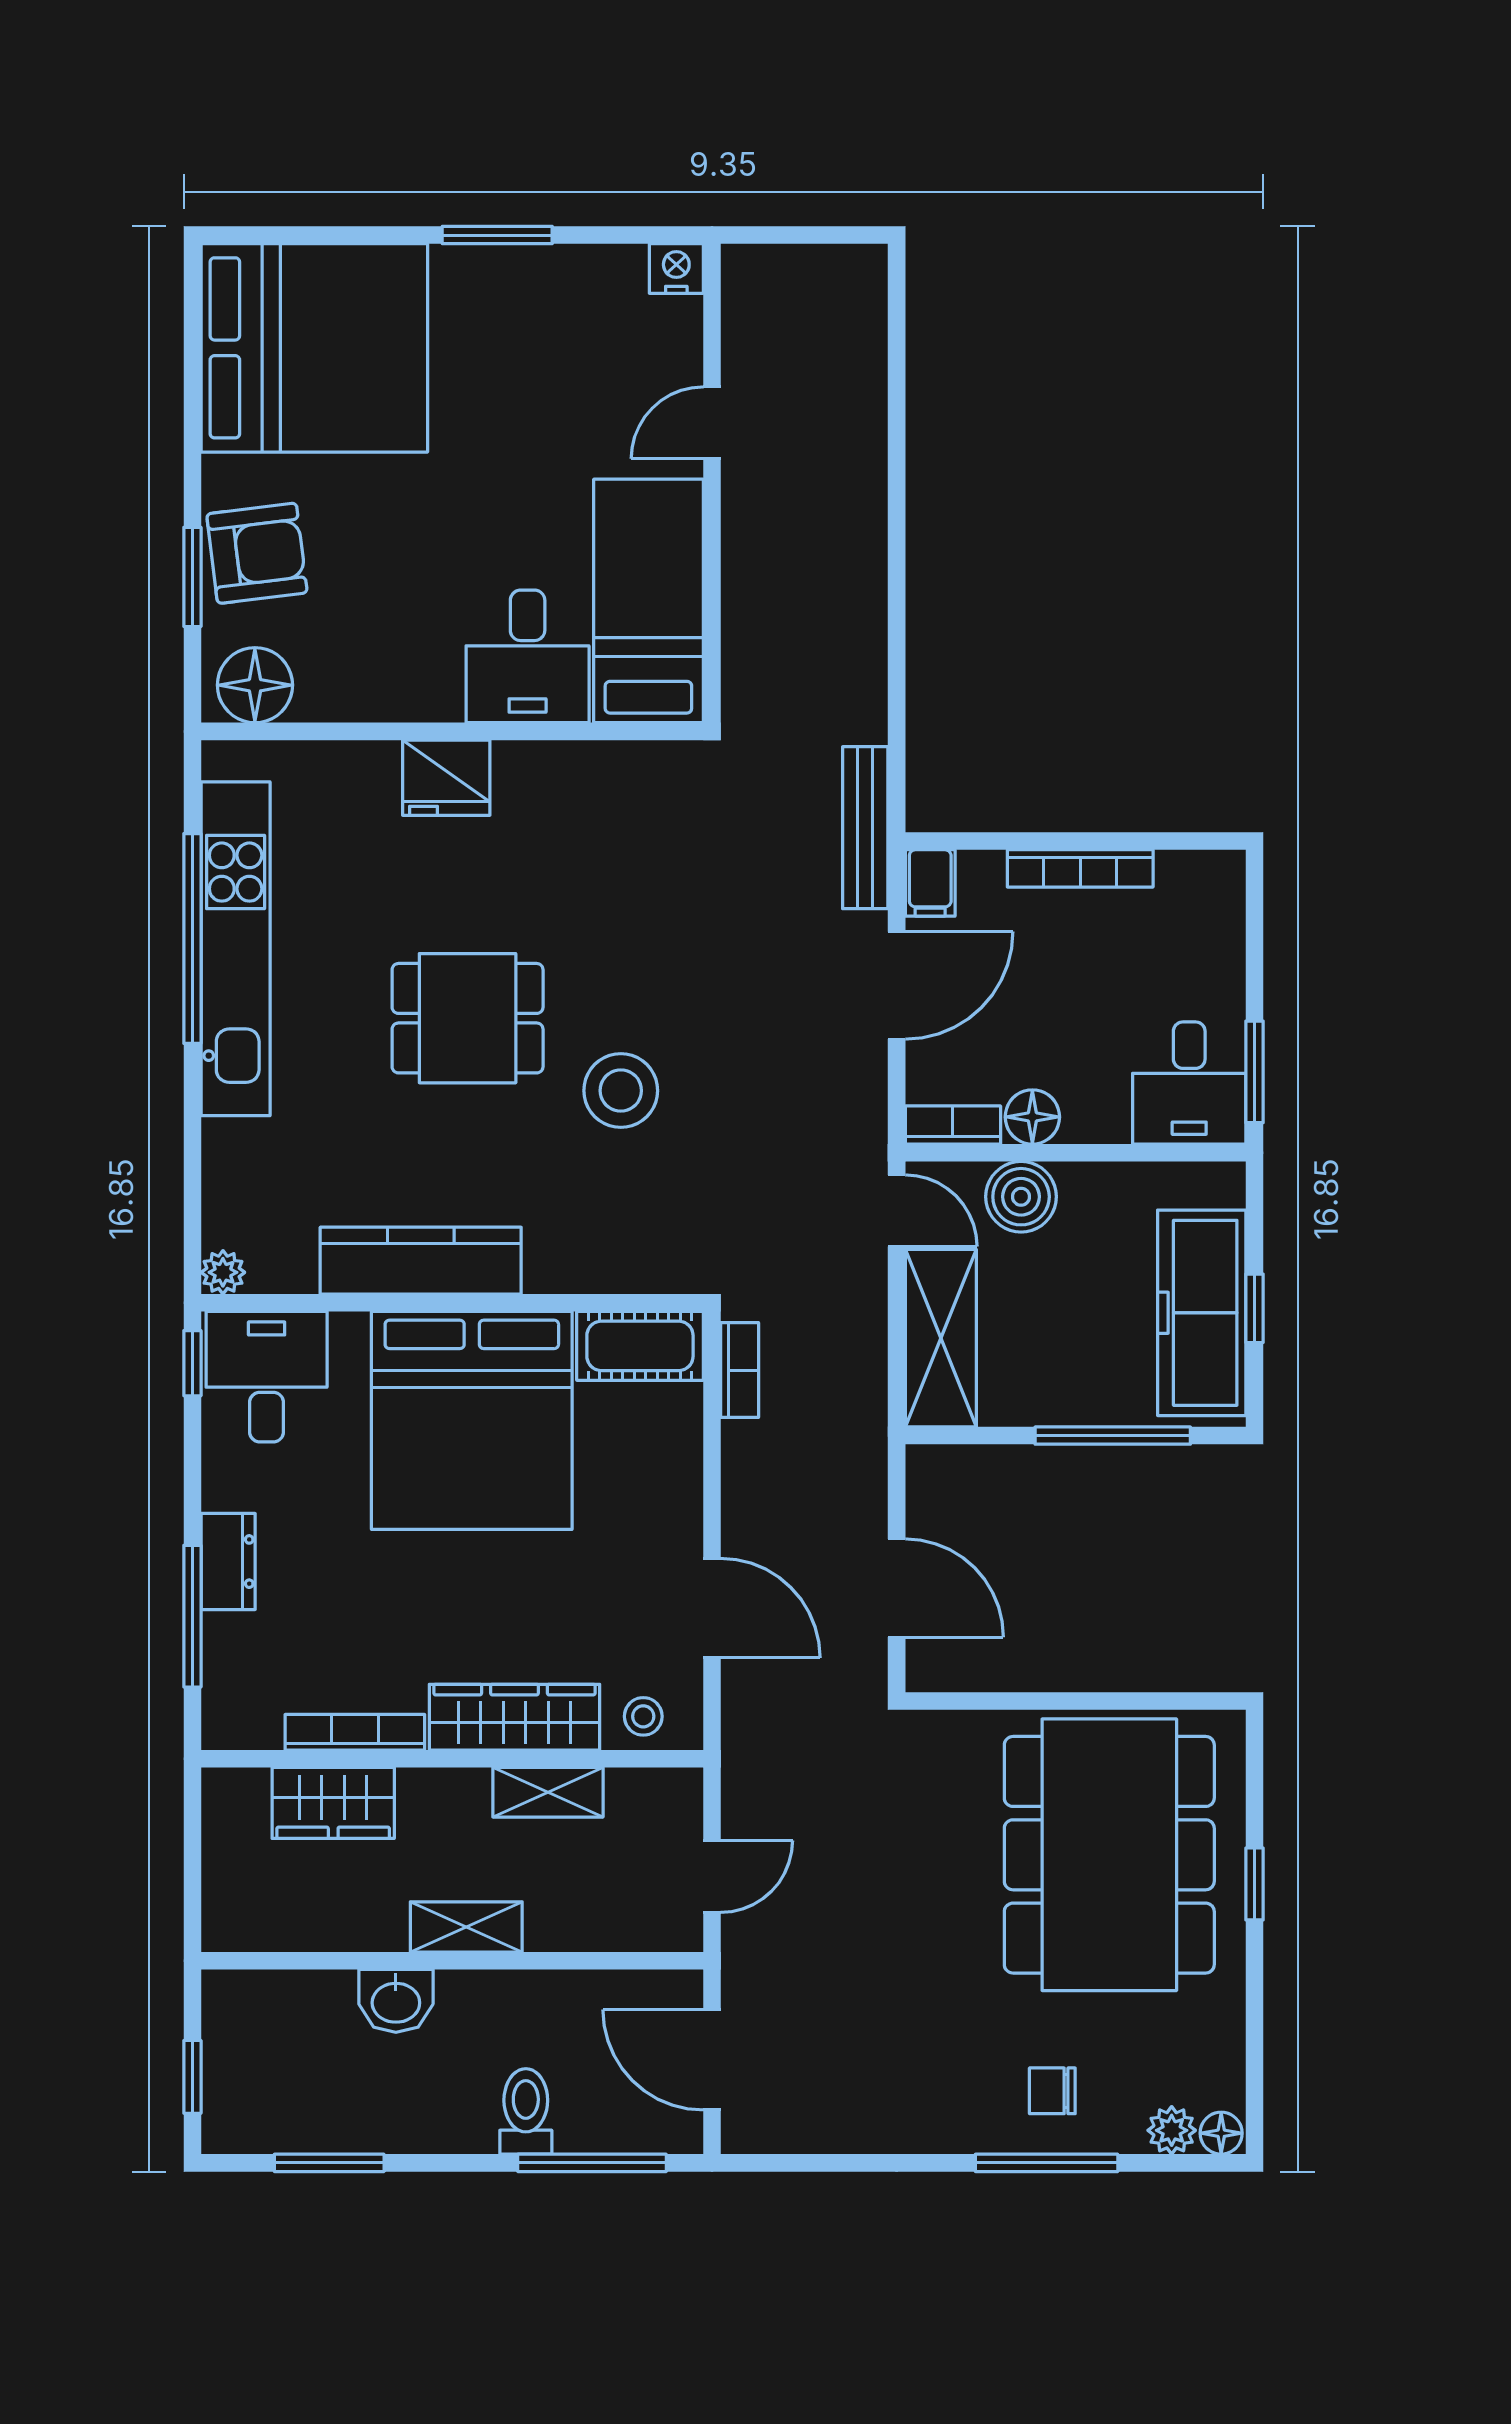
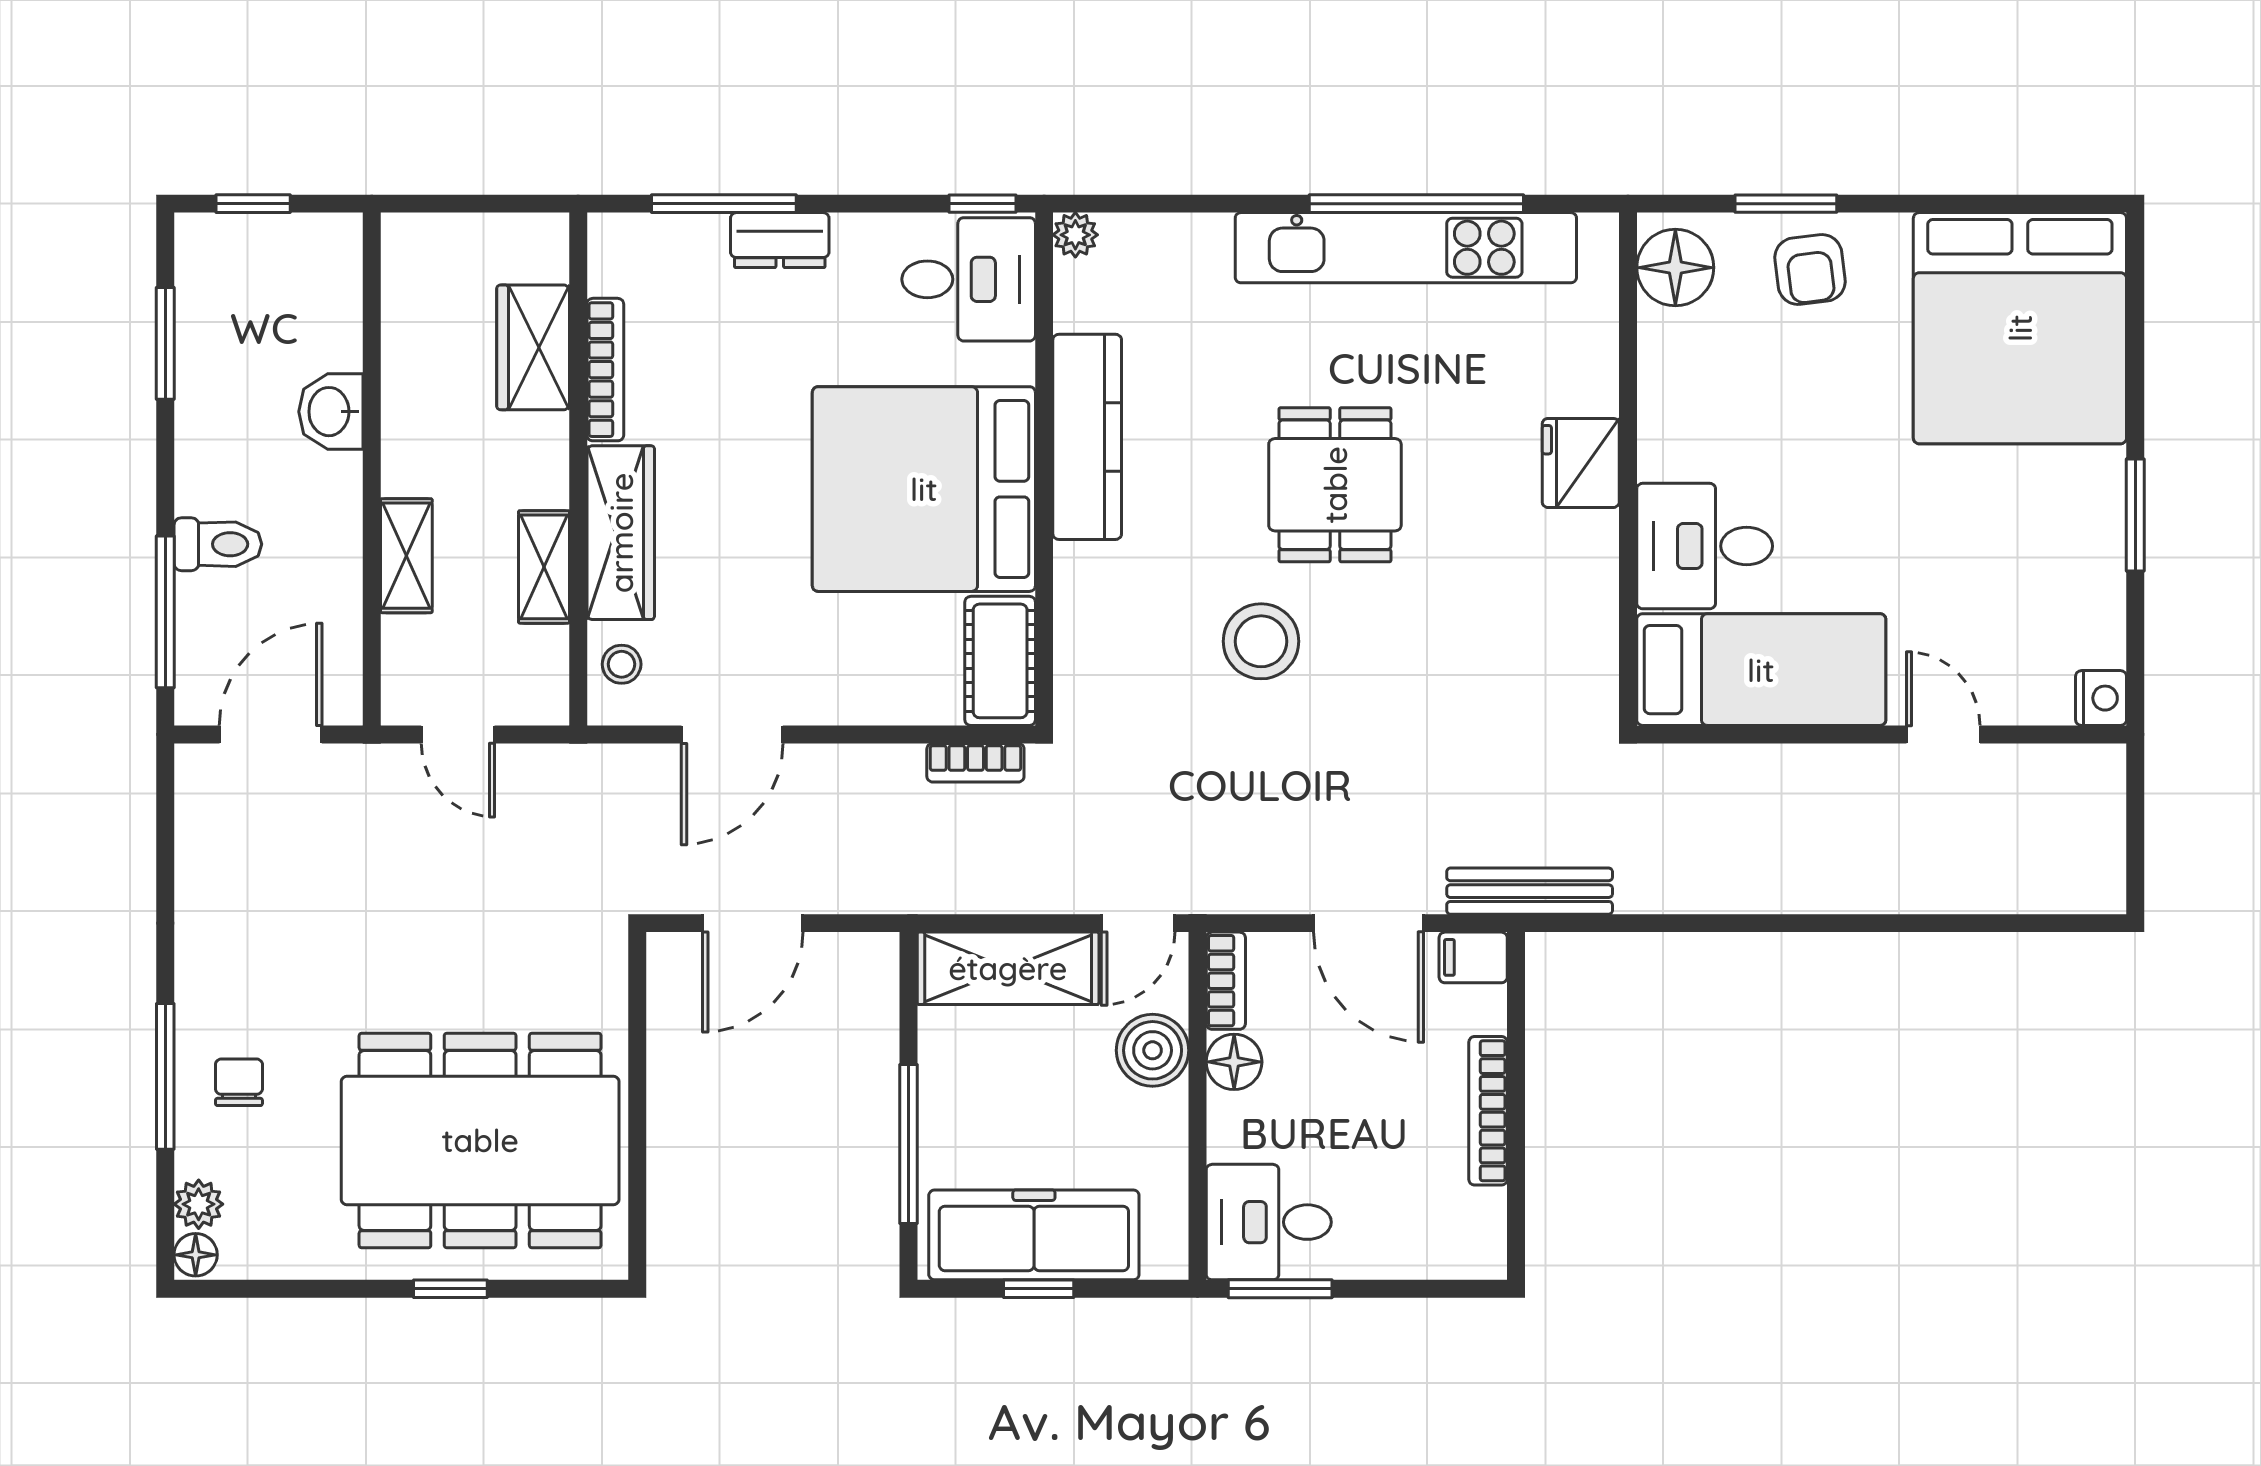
armchair: (257, 553) -> (1810, 269), width x0.72, depth x0.72
shelving: (466, 1927) -> (406, 556), moved

